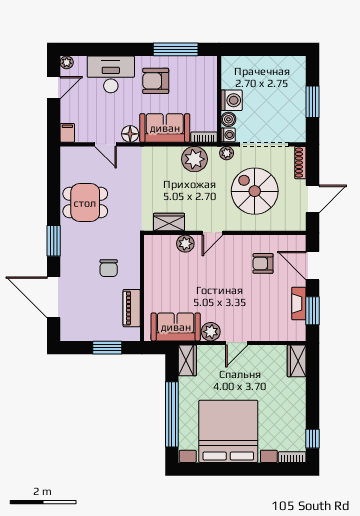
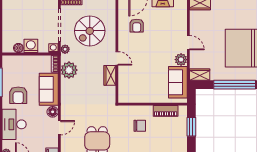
boiler: (228, 119) -> (18, 48), moved
wardrobe: (169, 222) -> (110, 75), moved
plant: (185, 244) -> (124, 76), removed

